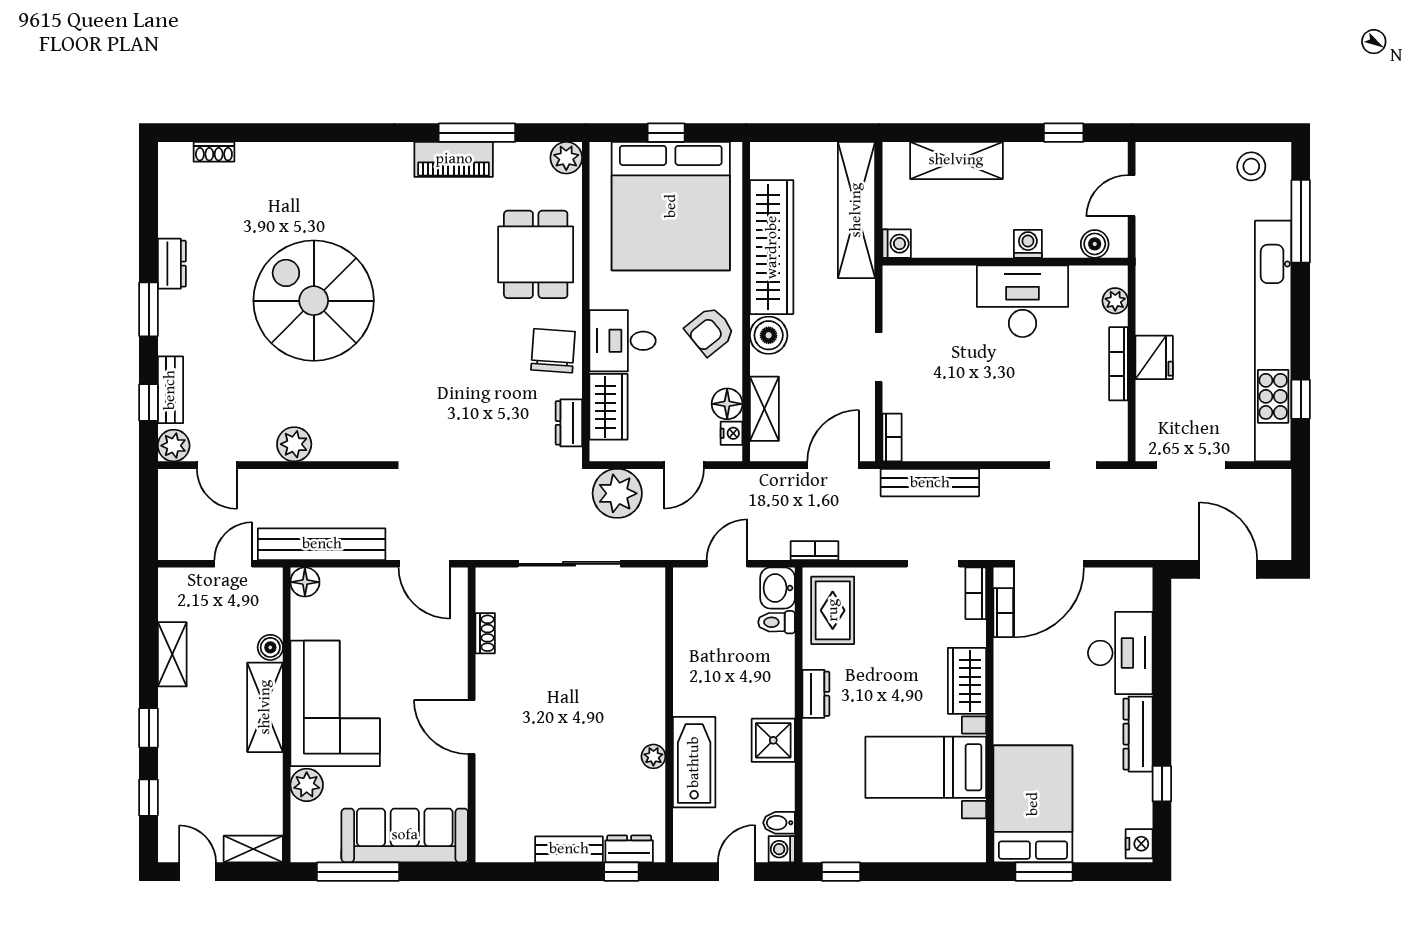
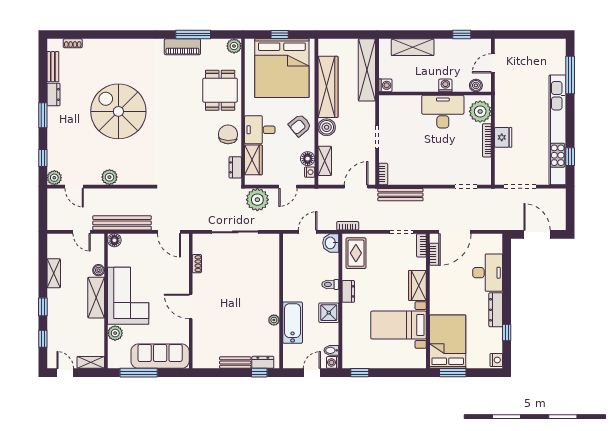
stool: (1251, 166) -> (548, 50), removed
plant: (1115, 301) -> (480, 111), width x1.88, depth x1.88
bench: (170, 390) -> (53, 67), moved
door: (233, 564) -> (82, 232), swing flipped
toilet: (777, 622) -> (330, 284), moved

